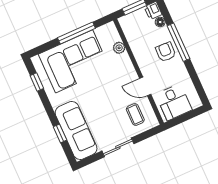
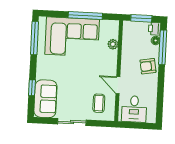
window: (178, 42) -> (163, 47), moved
armchair: (166, 52) -> (148, 66), turned -102
window: (37, 82) -> (35, 38), width x2.17
sofa: (76, 131) -> (45, 99), width x0.73

